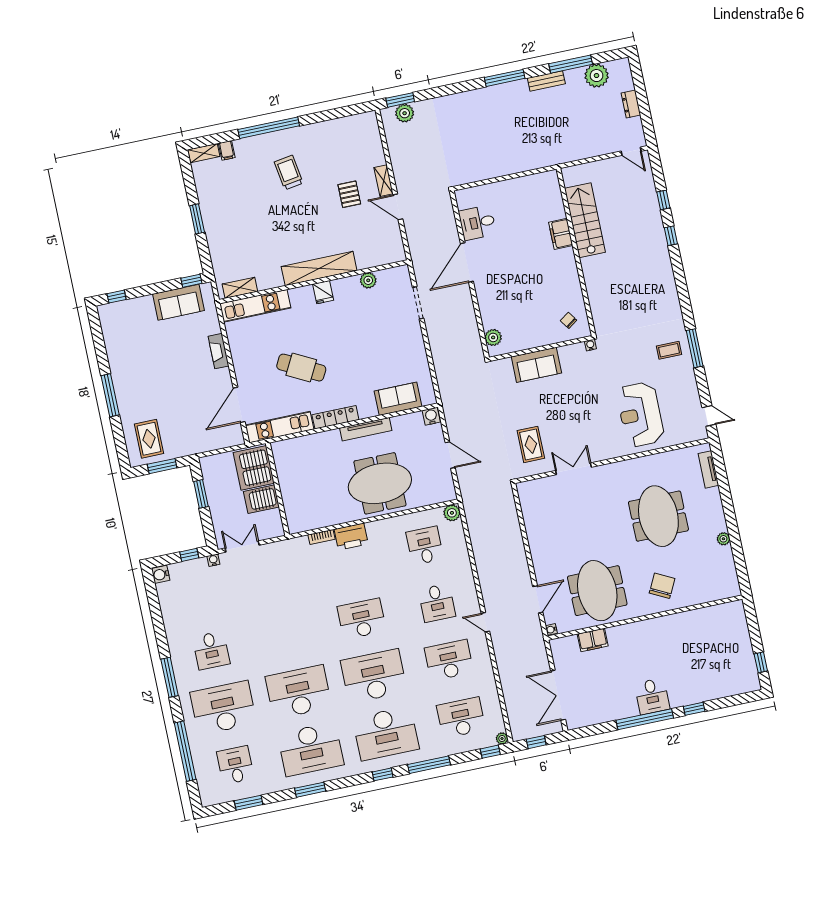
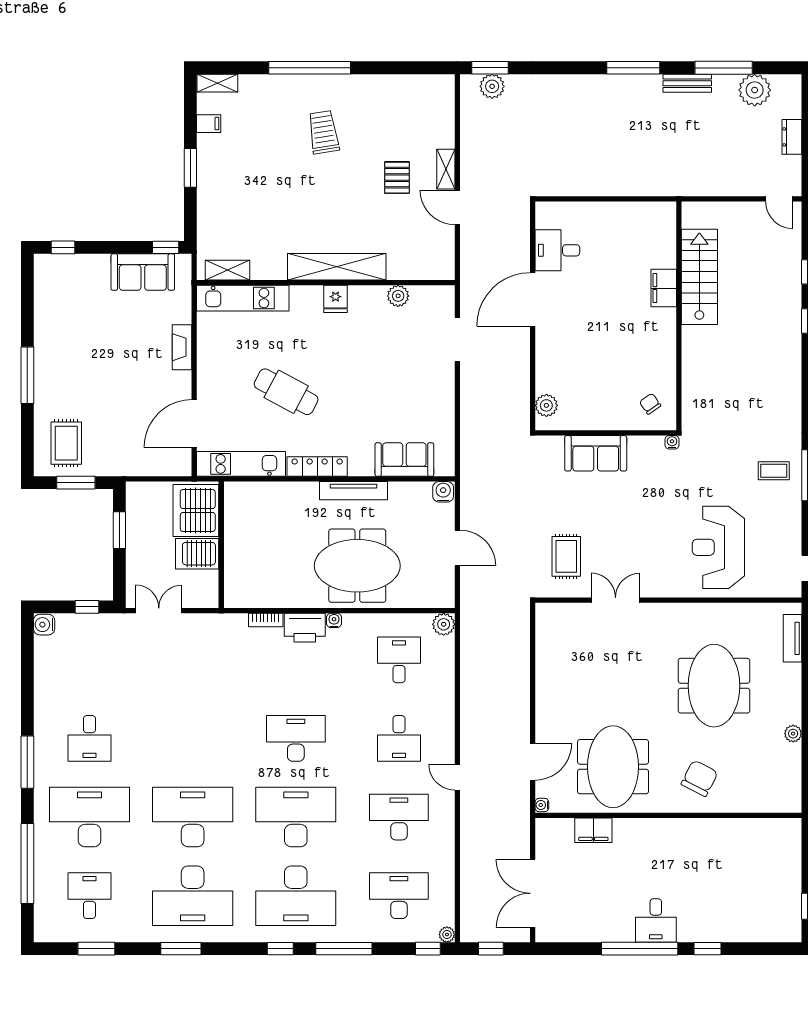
filing cabinet: (227, 150) -> (209, 124), moved, turned -90
water cooler: (213, 560) -> (334, 620), moved

